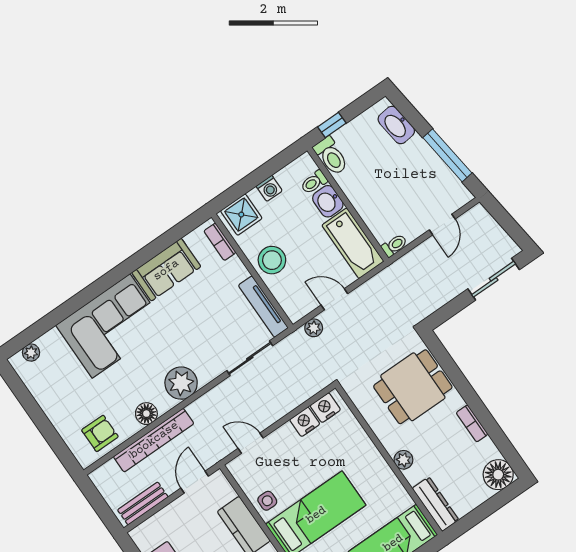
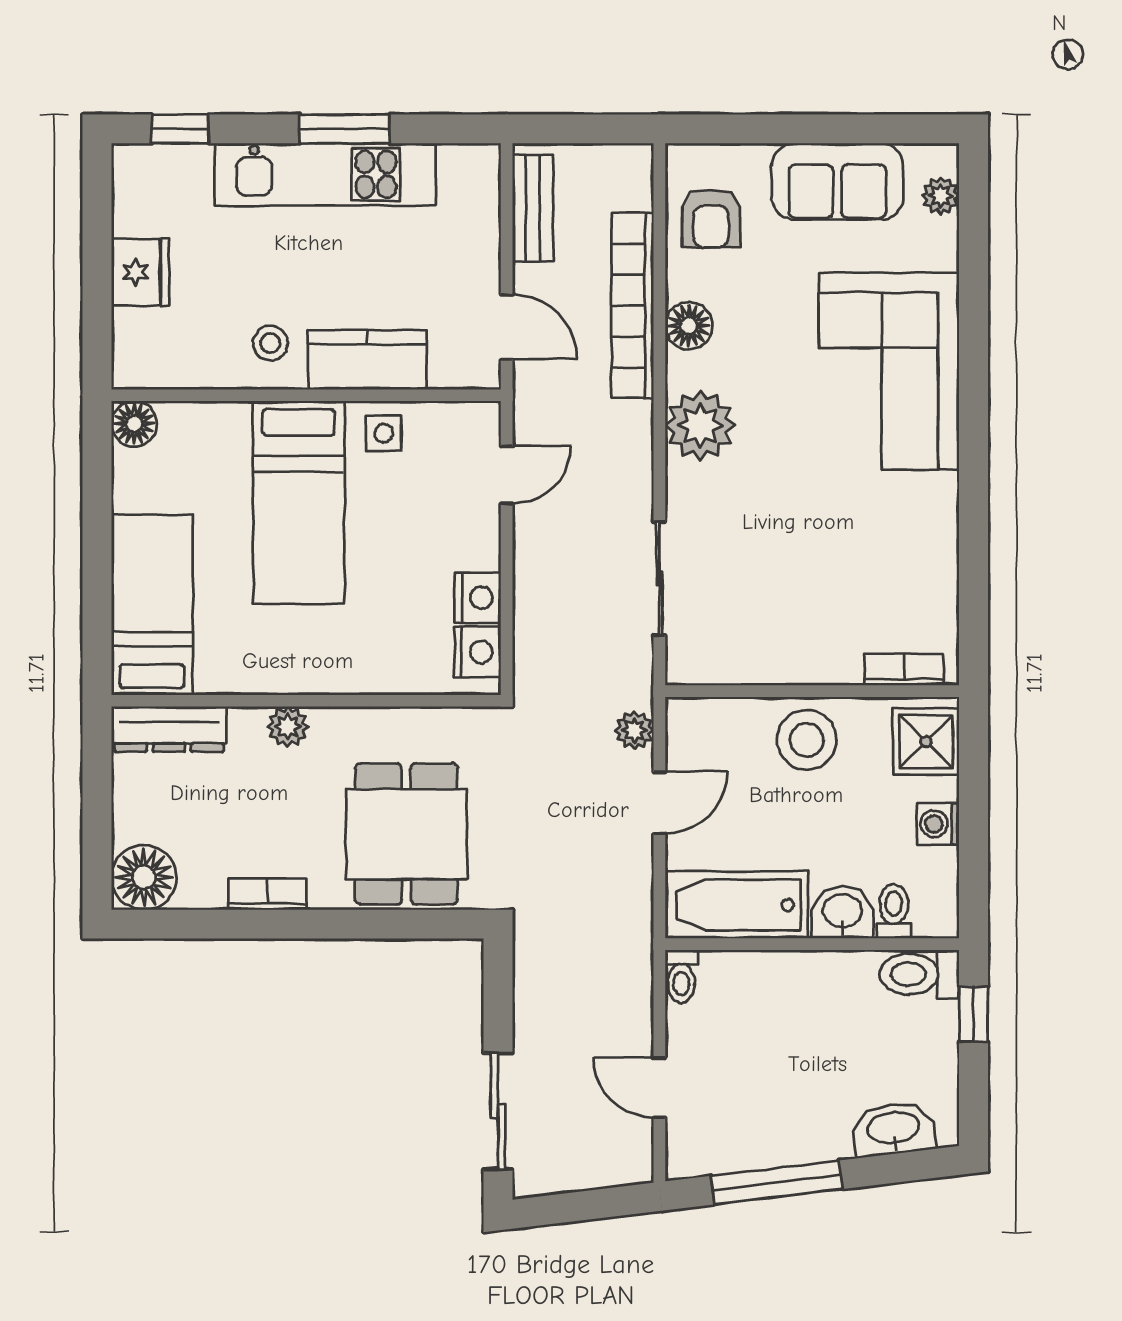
sofa: (166, 270) -> (837, 181), moved, turned -90
tv unit: (263, 307) -> (735, 667), removed

